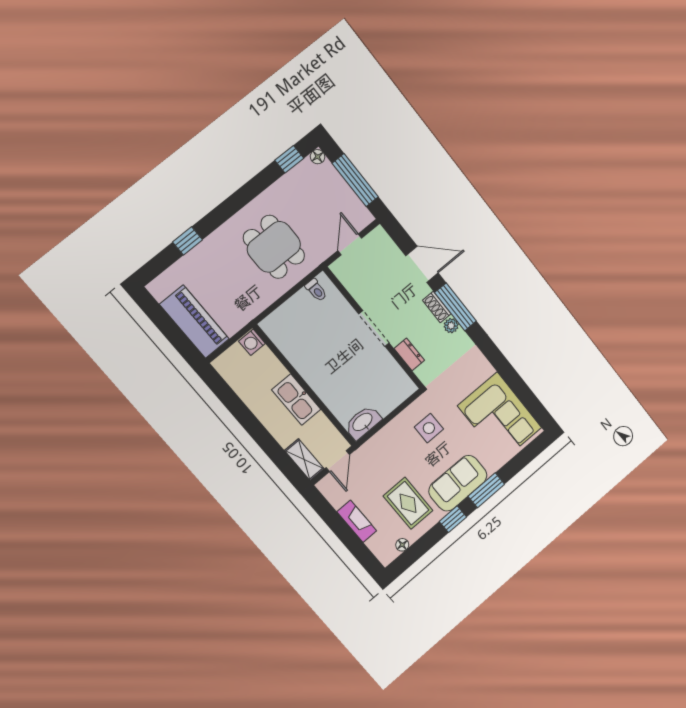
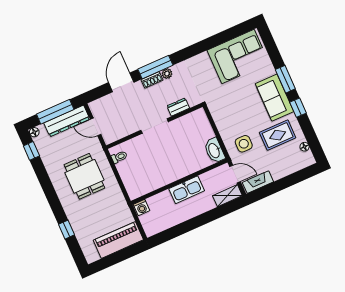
dresser: (347, 200) -> (67, 121), added
dining table: (274, 247) -> (84, 176), turned 90
side table: (429, 428) -> (244, 144), moved
fireplace: (357, 521) -> (258, 182), moved

